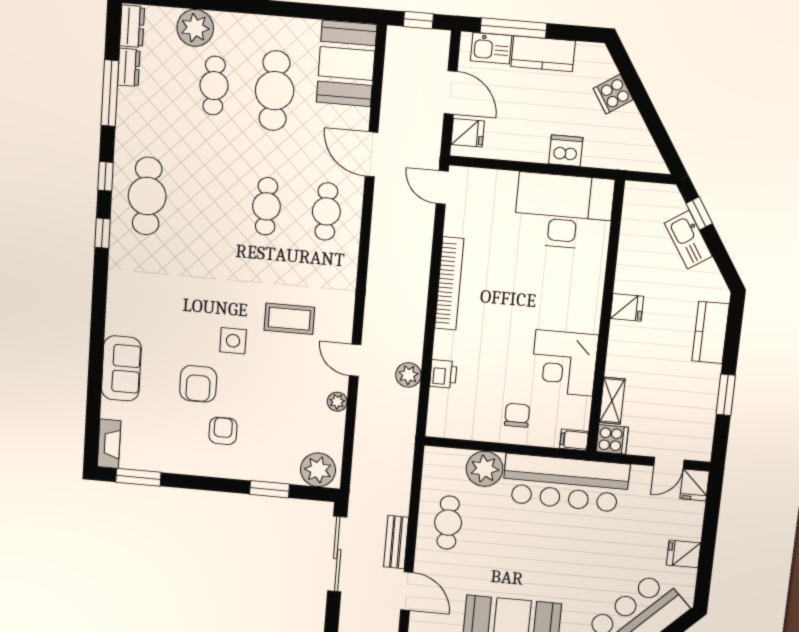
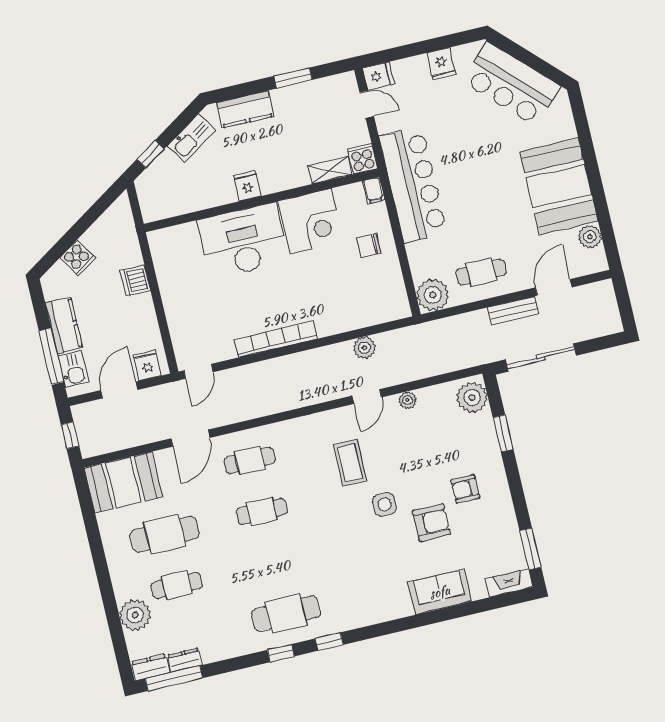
window: (110, 93) -> (174, 678), moved
desk: (564, 211) -> (243, 241), moved, turned 90
kitchen sink: (688, 240) -> (191, 138), moved
printer: (443, 374) -> (354, 319), removed
plant: (485, 469) -> (433, 295), moved

